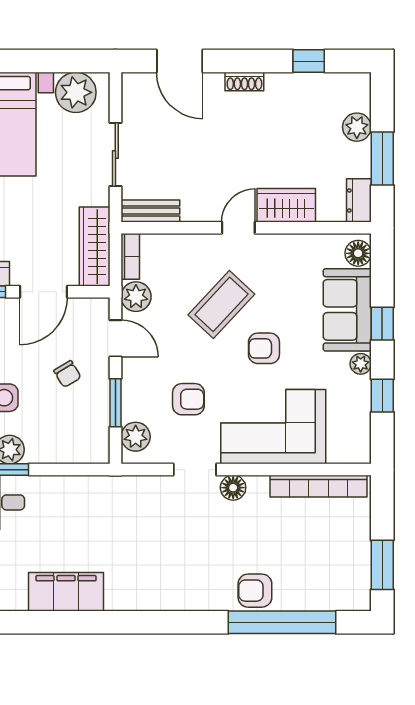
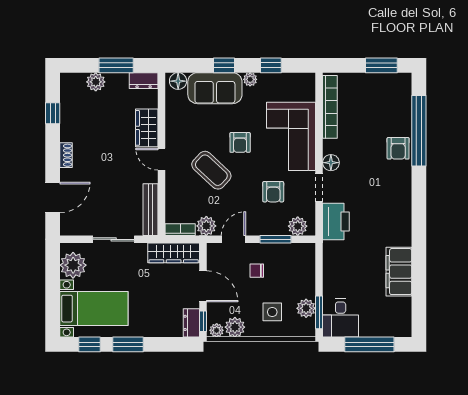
bench: (150, 211) -> (150, 210), width x1.36
chair: (67, 374) -> (257, 271), turned -149
armchair: (188, 399) -> (273, 192), turned 180
printer: (143, 495) -> (336, 221), added

